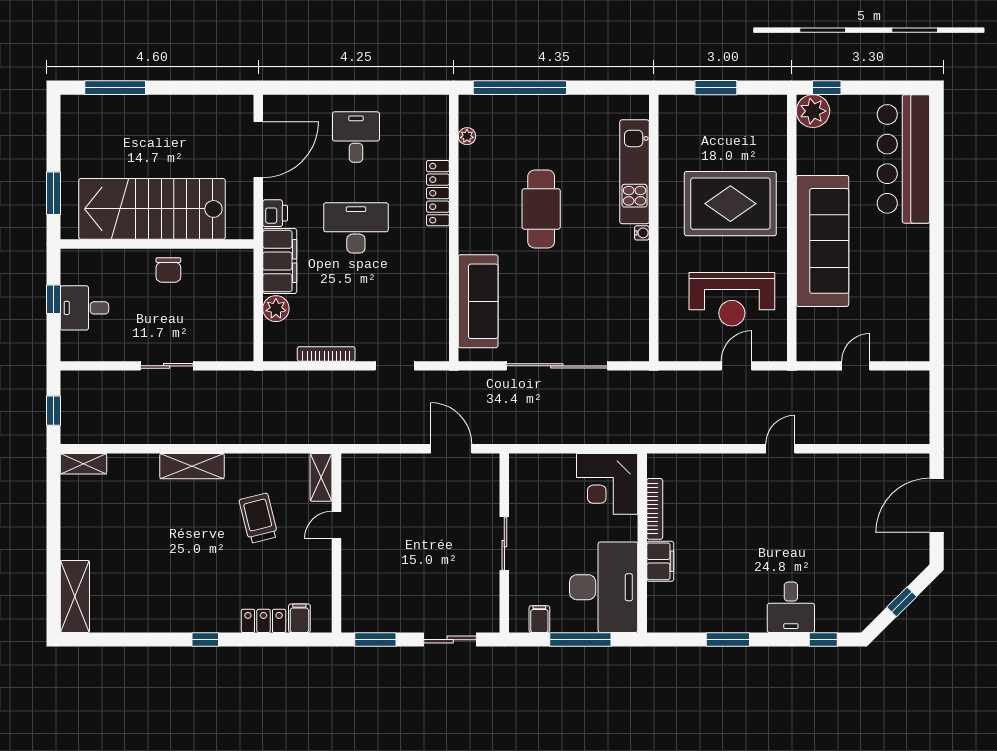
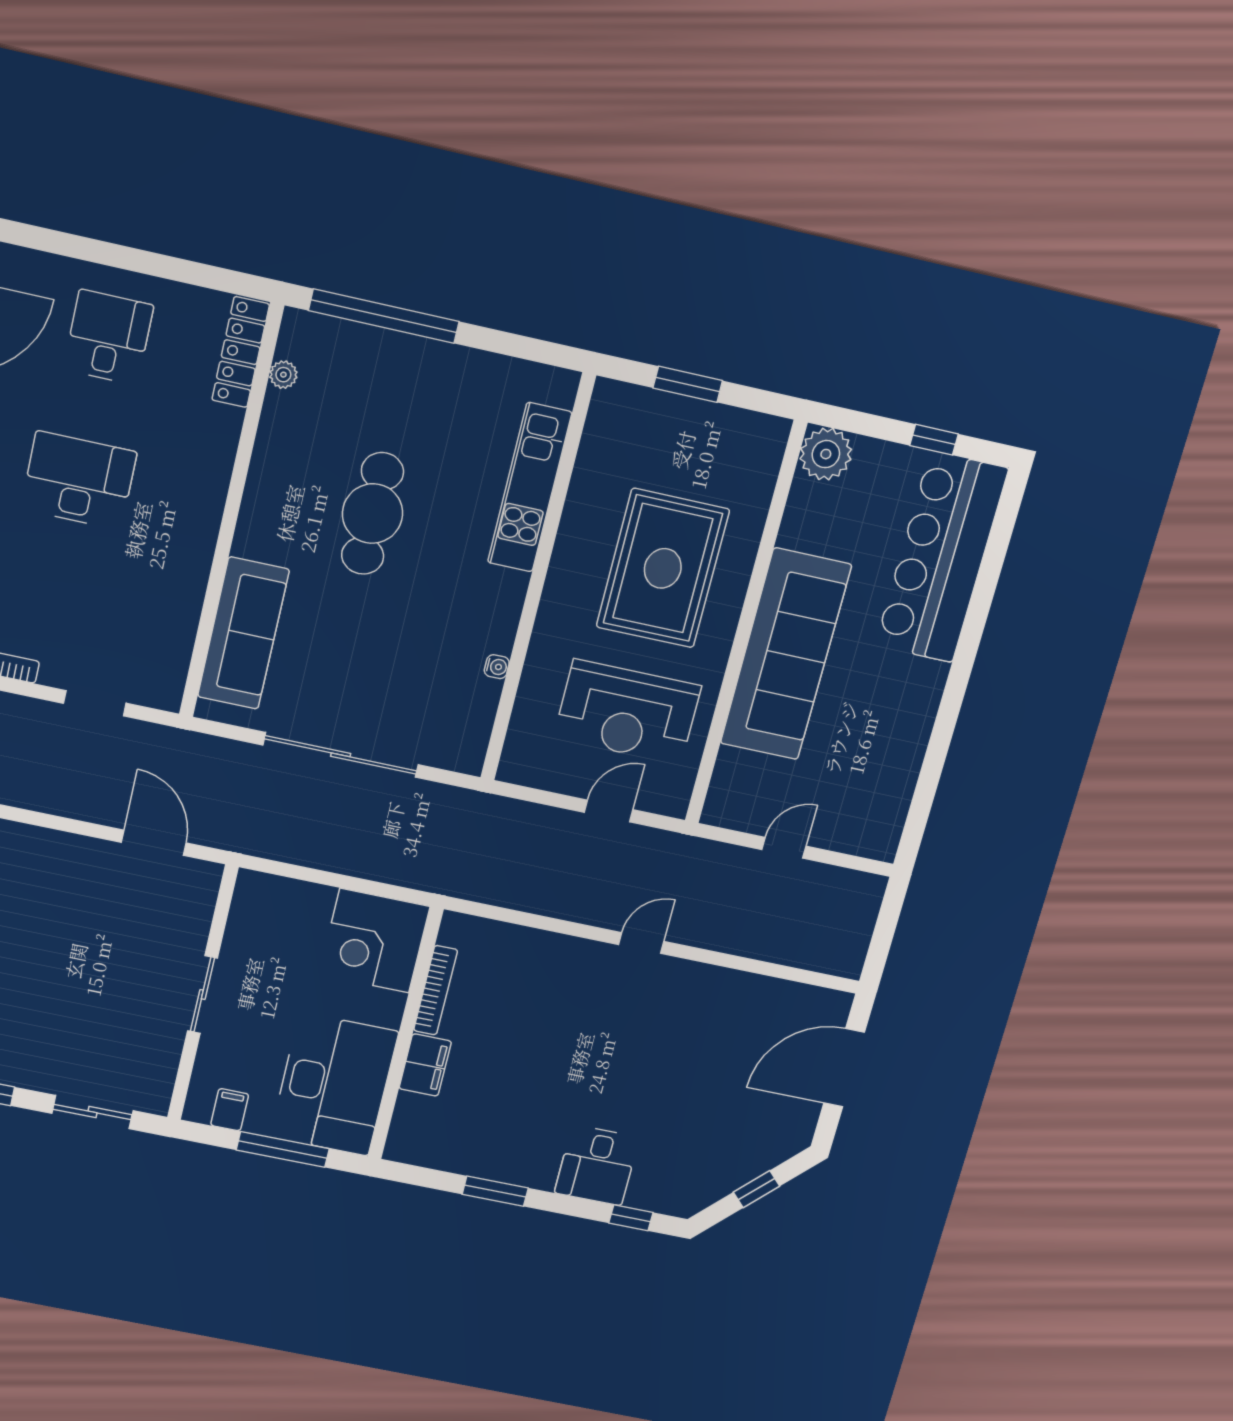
window: (827, 88) -> (934, 440), moved
locker: (438, 193) -> (241, 352), moved
rug: (730, 204) -> (663, 568), turned 90
water cooler: (642, 233) -> (497, 667), moved

